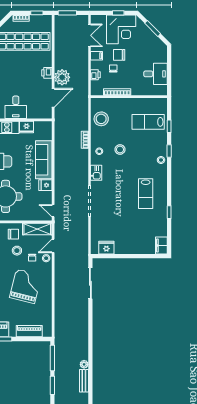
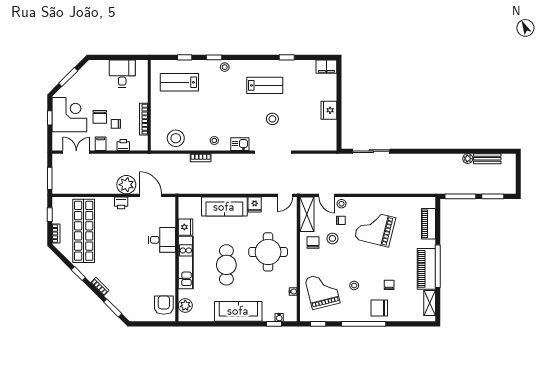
lab bench: (148, 122) -> (179, 82), turned 90
stool: (120, 150) -> (272, 119), moved
fridge: (106, 248) -> (329, 110), moved

